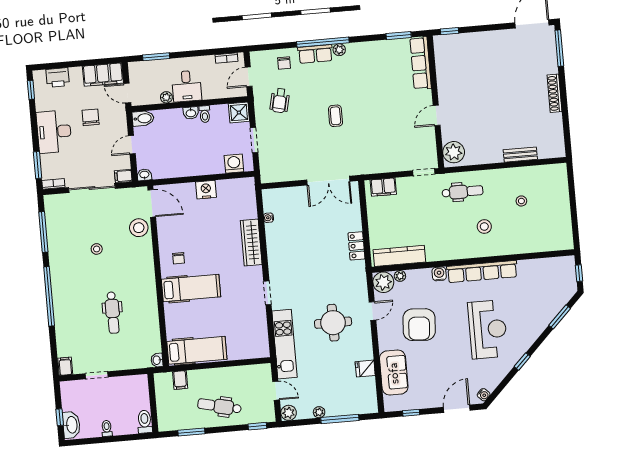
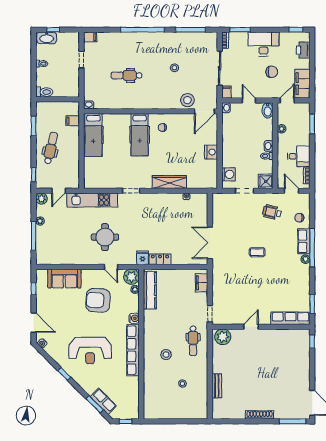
desk: (187, 86) -> (299, 156), moved, turned 180
door: (437, 115) -> (251, 327), hinge flipped
row of seats: (555, 305) -> (103, 401), added
fridge: (365, 369) -> (143, 258), moved

